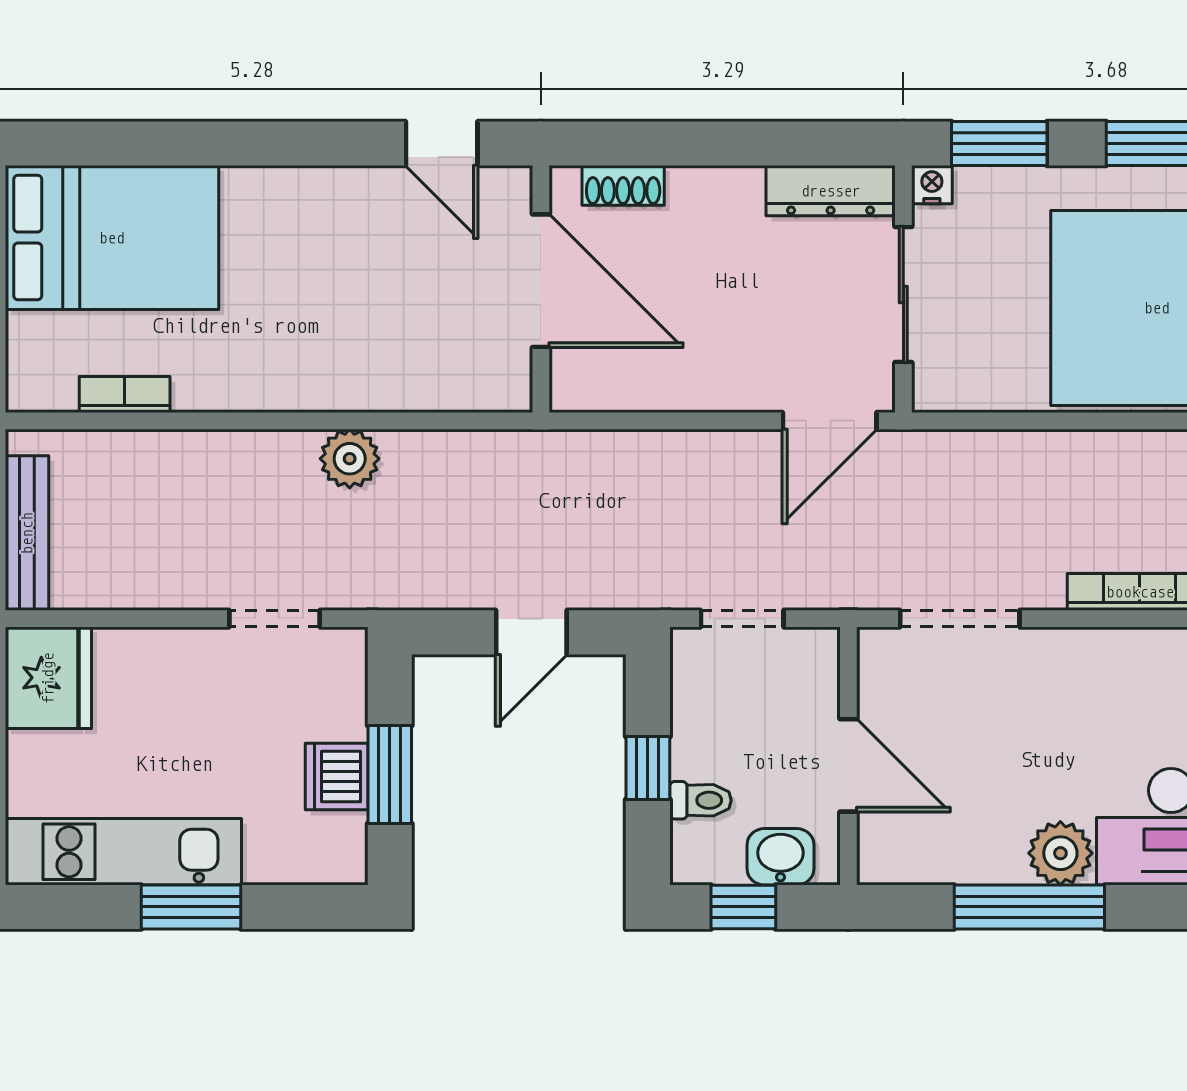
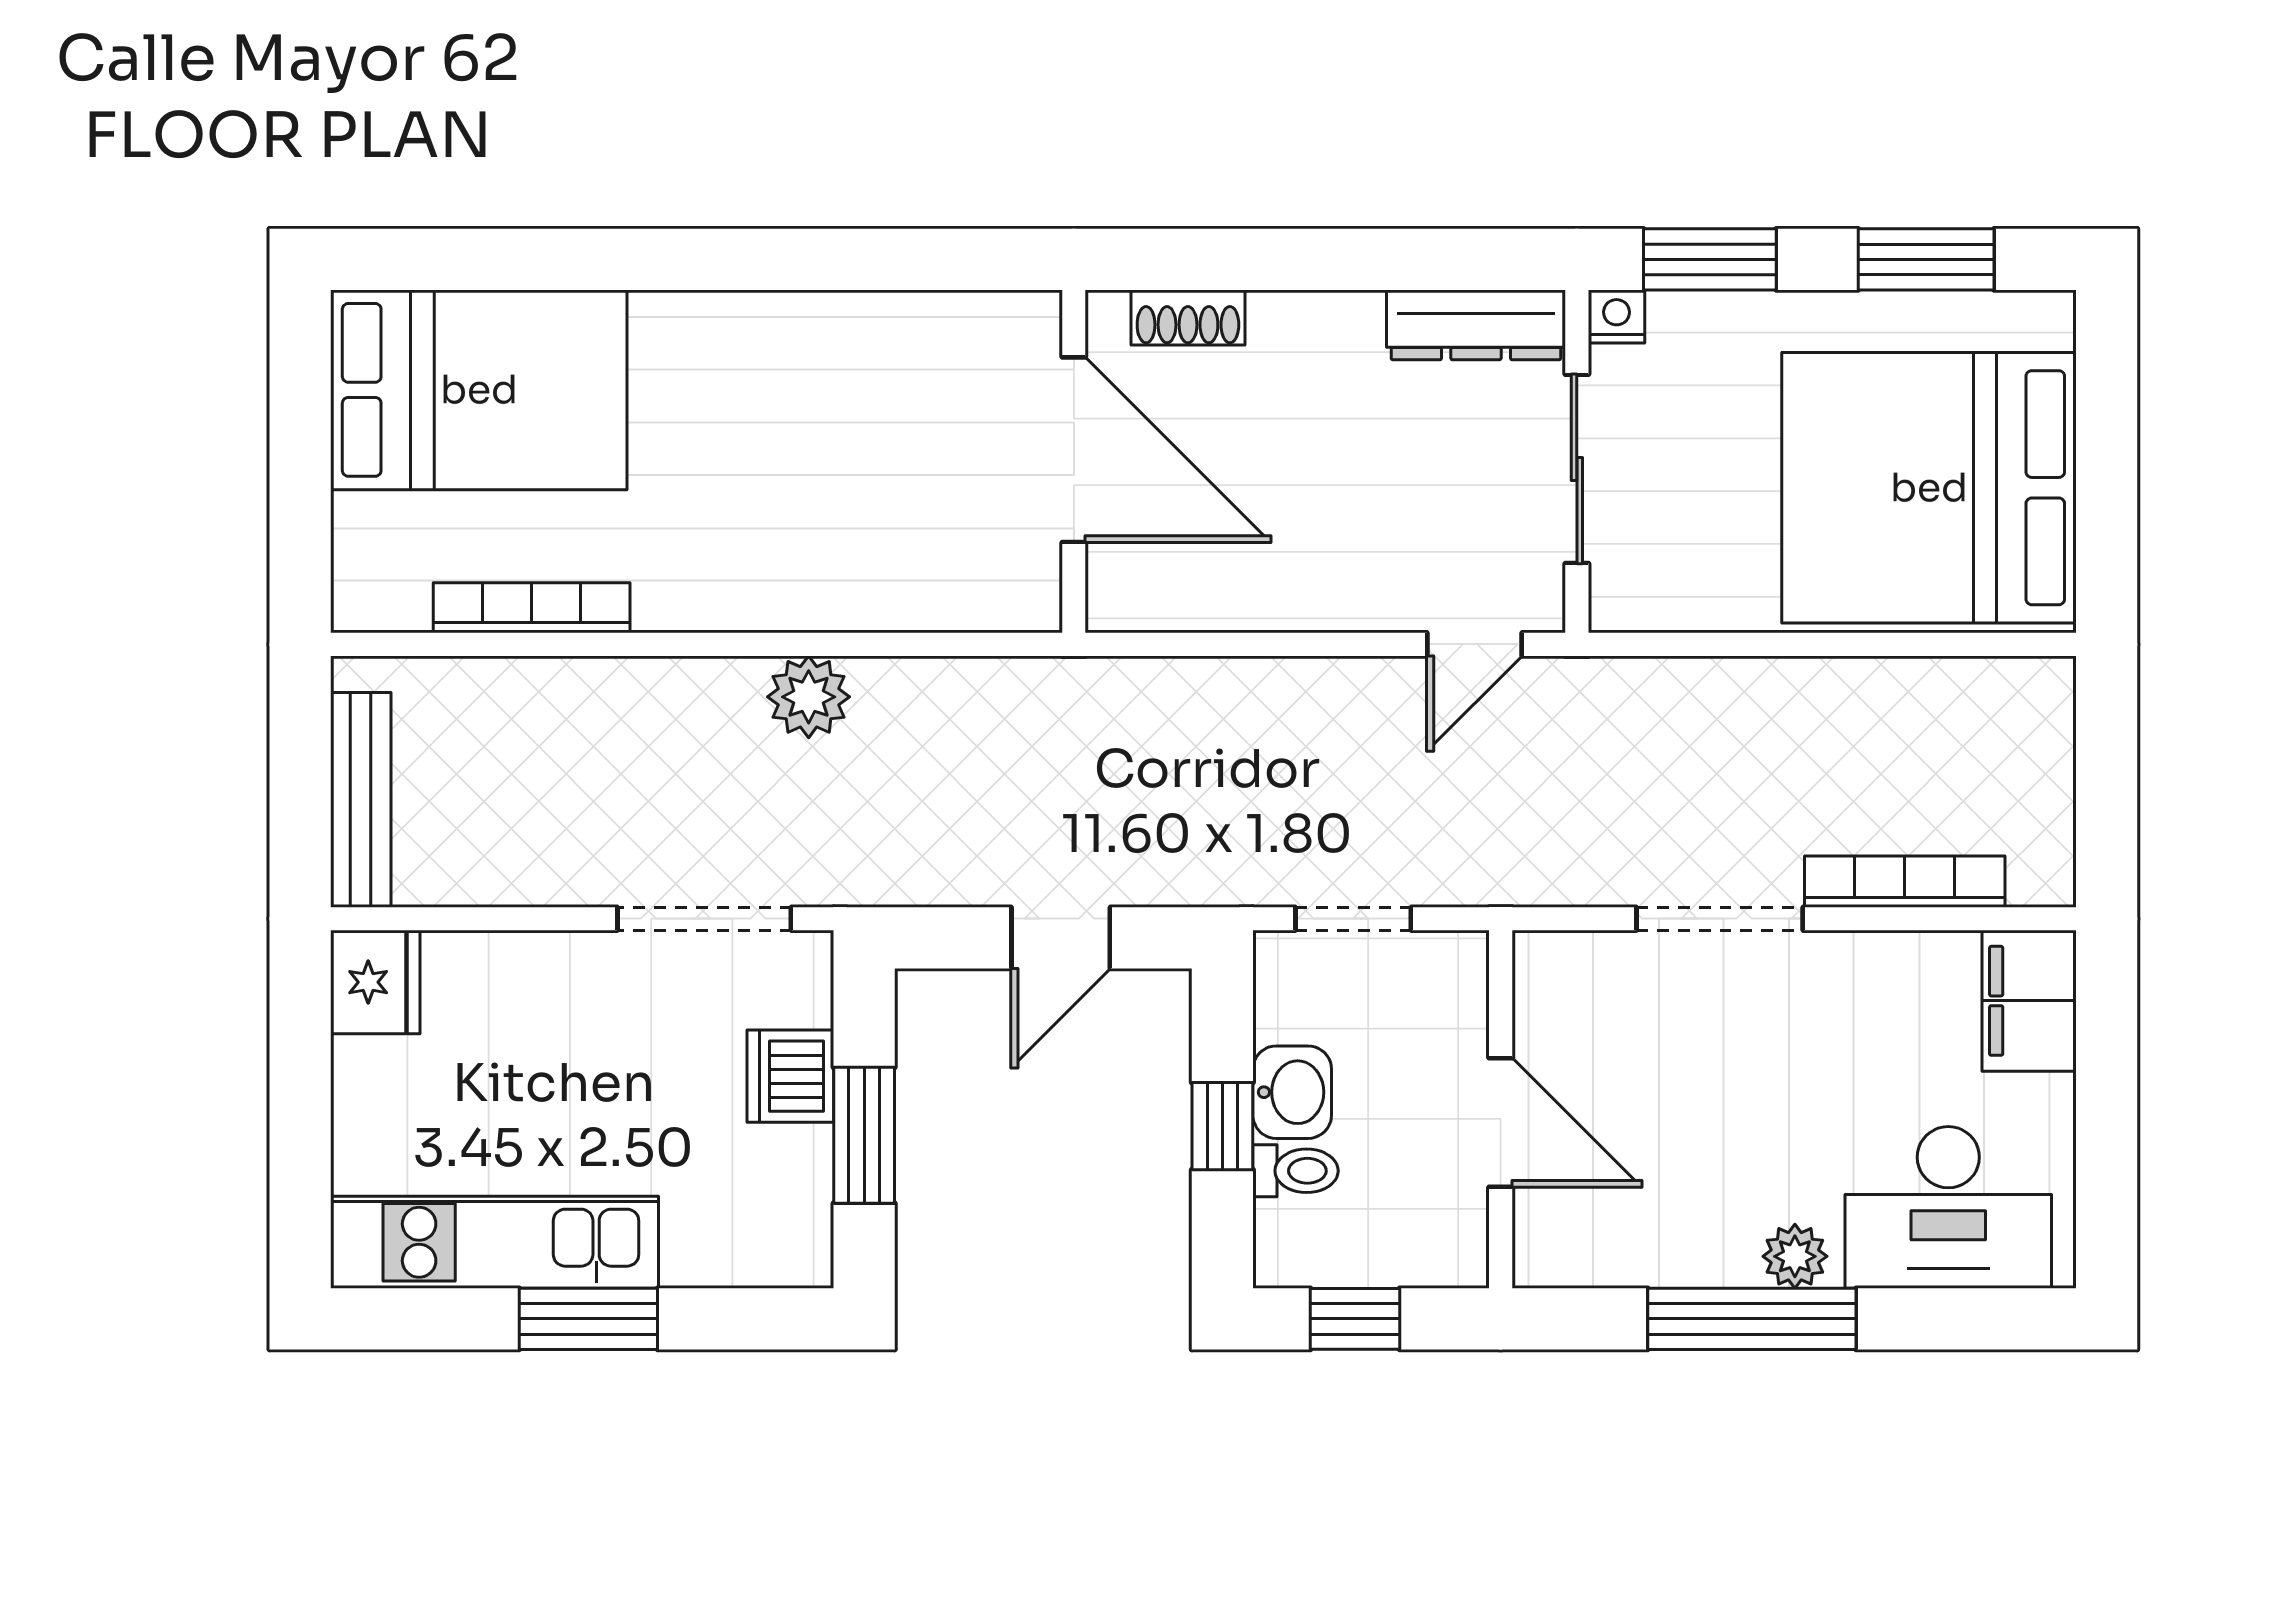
door: (442, 143) -> (936, 259), removed
bookcase: (125, 395) -> (532, 608), width x1.56
door: (830, 421) -> (1475, 644), width x0.73
doorway: (274, 619) -> (704, 919), width x1.38
doorway: (960, 619) -> (1720, 919), moved
fridge: (48, 678) -> (375, 982), width x0.73, depth x0.75
dishwasher: (337, 776) -> (790, 1076), moved
plant: (1060, 853) -> (1795, 1256), width x0.73, depth x0.73
washbasin: (780, 857) -> (1292, 1092), moved, turned 90

